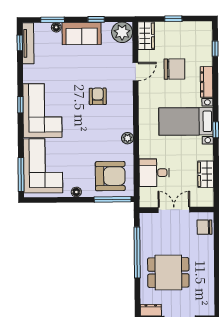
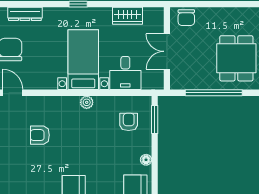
bed with nightstands: (186, 121) -> (83, 60), moved, turned 180
armchair: (110, 176) -> (129, 122), width x0.53, depth x0.53
window: (113, 199) -> (155, 120), width x0.69

